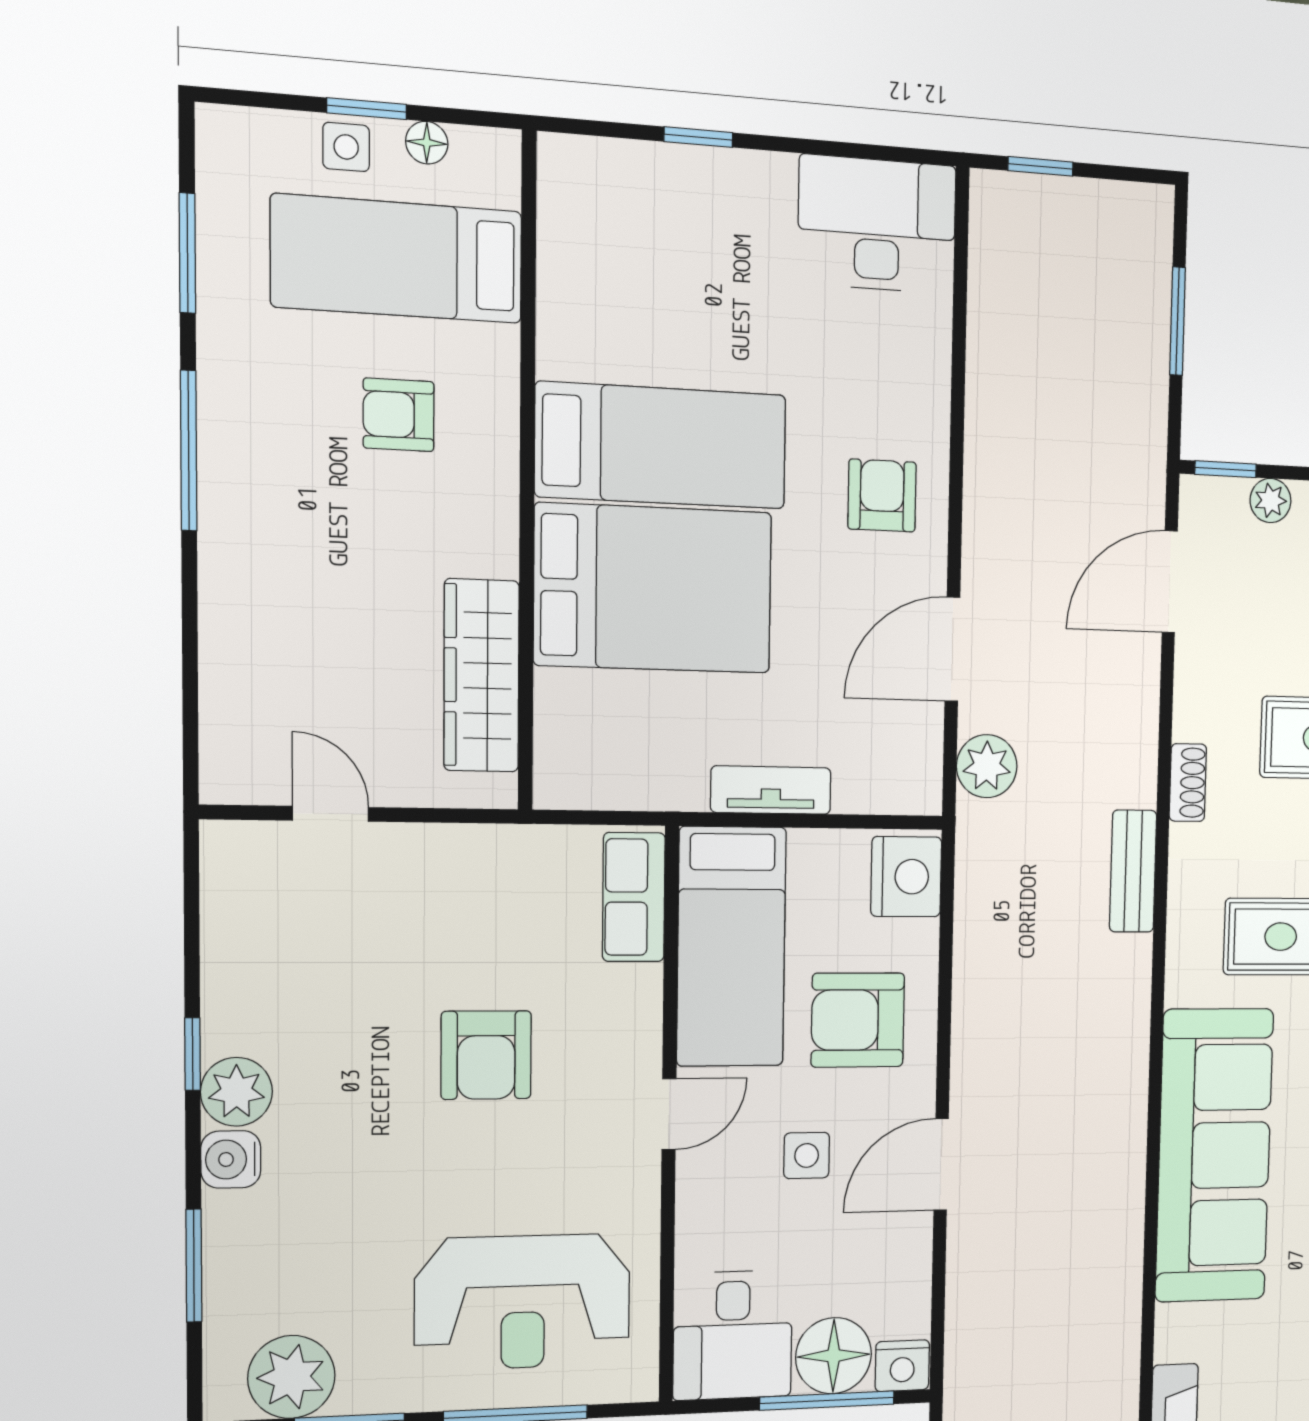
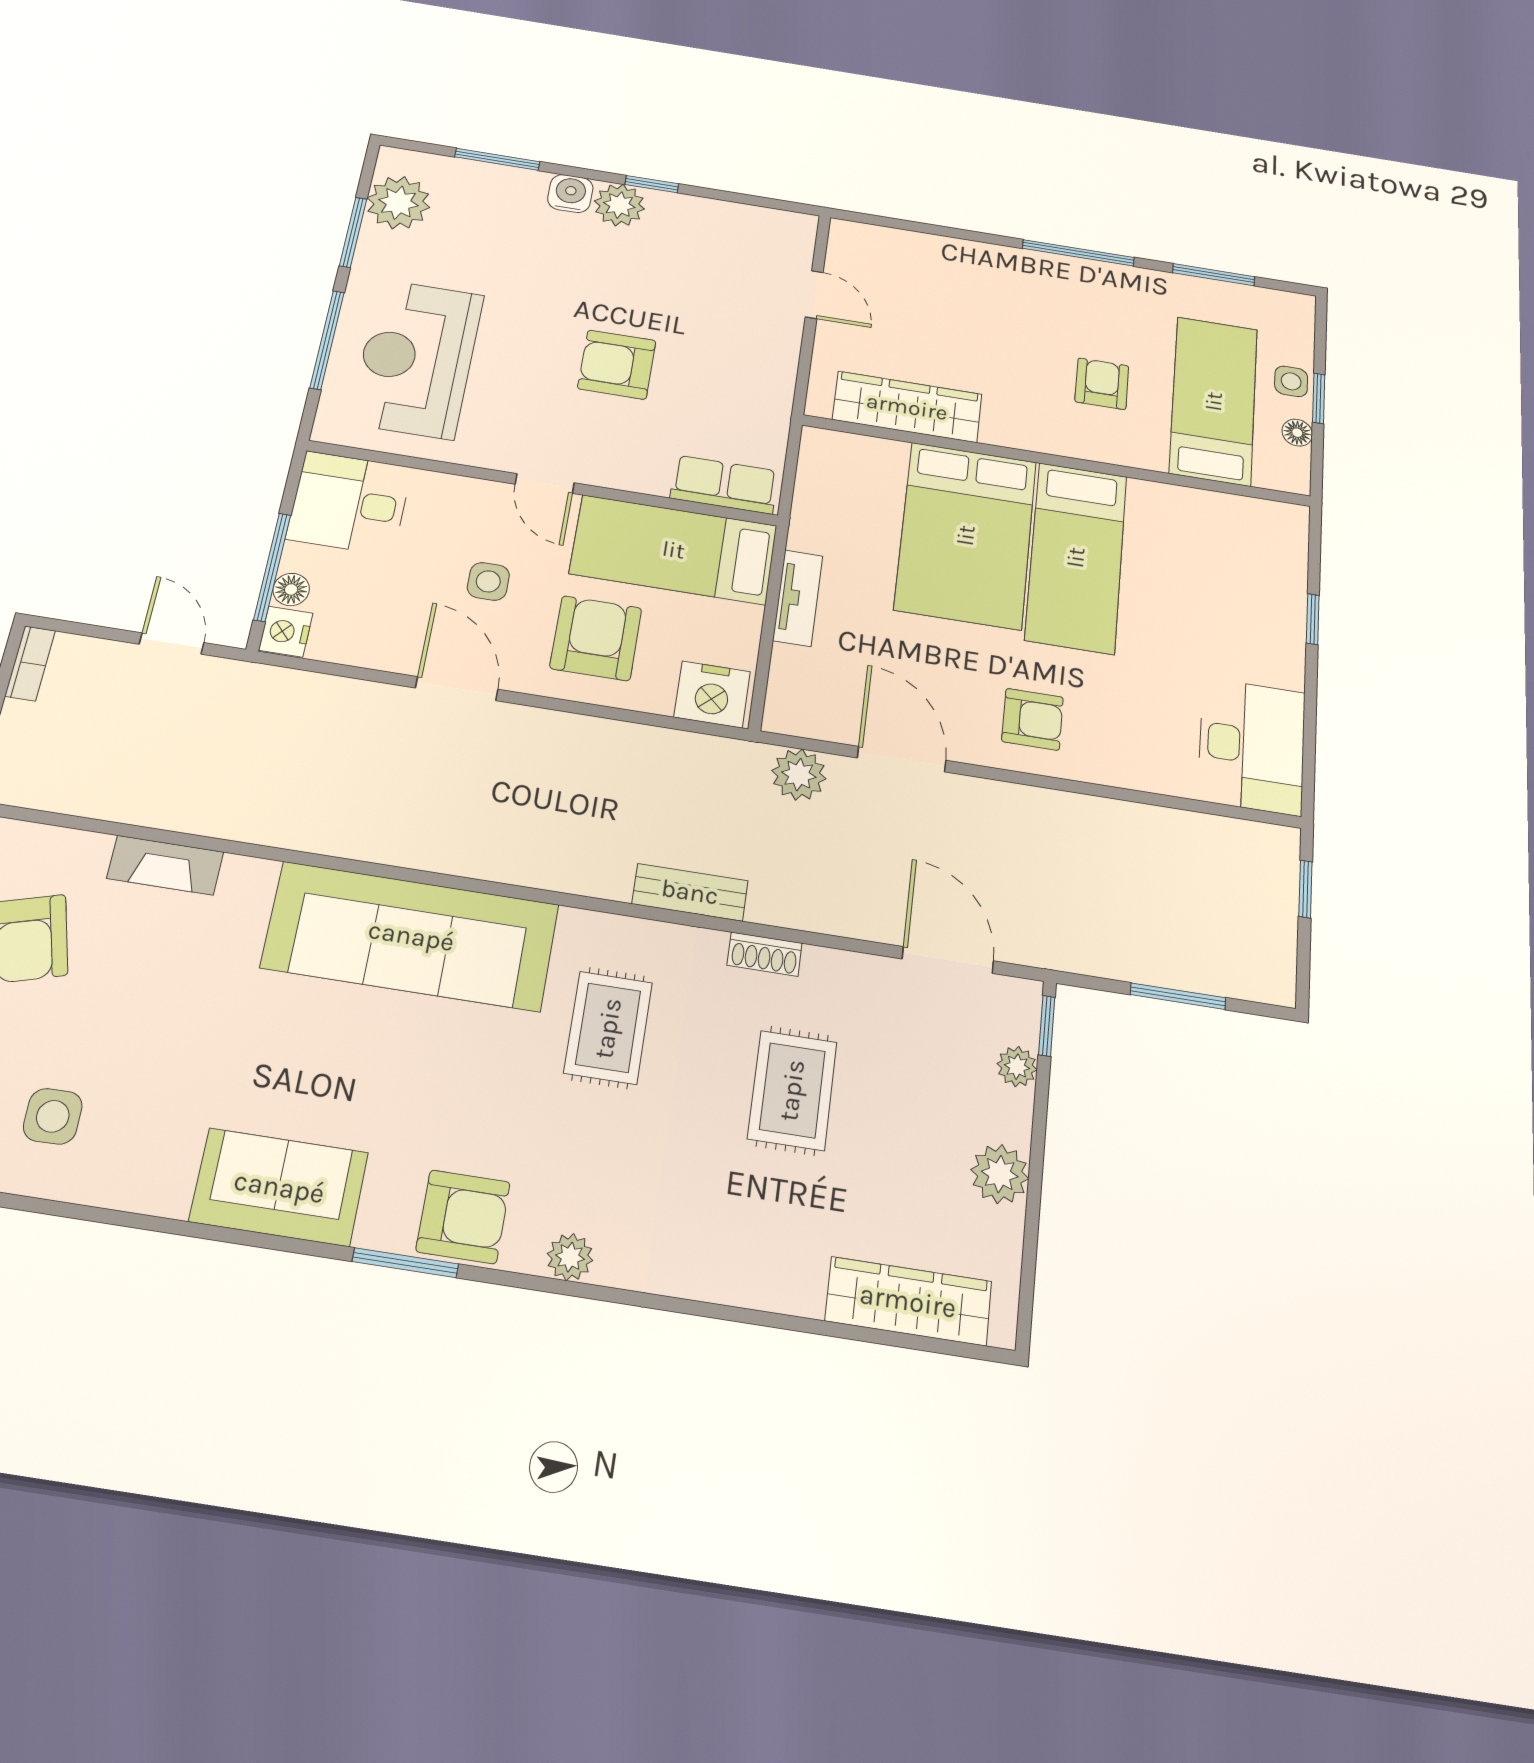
door: (331, 814) -> (814, 295), hinge flipped
floor lamp: (834, 1356) -> (291, 589), width x0.53, depth x0.53

